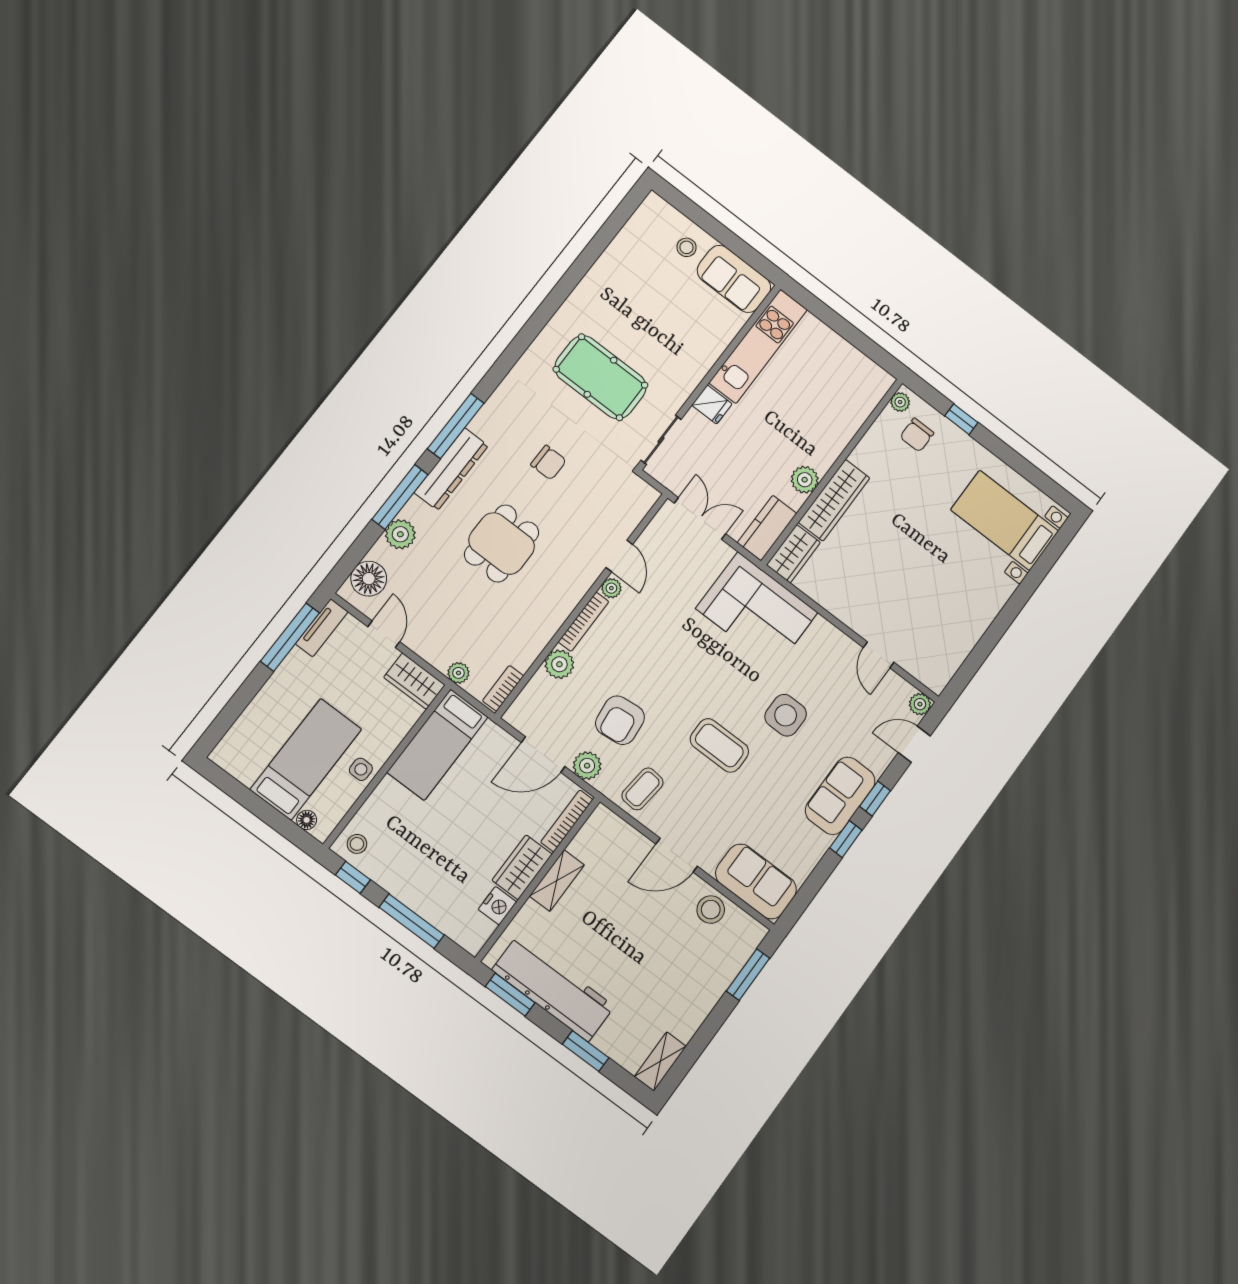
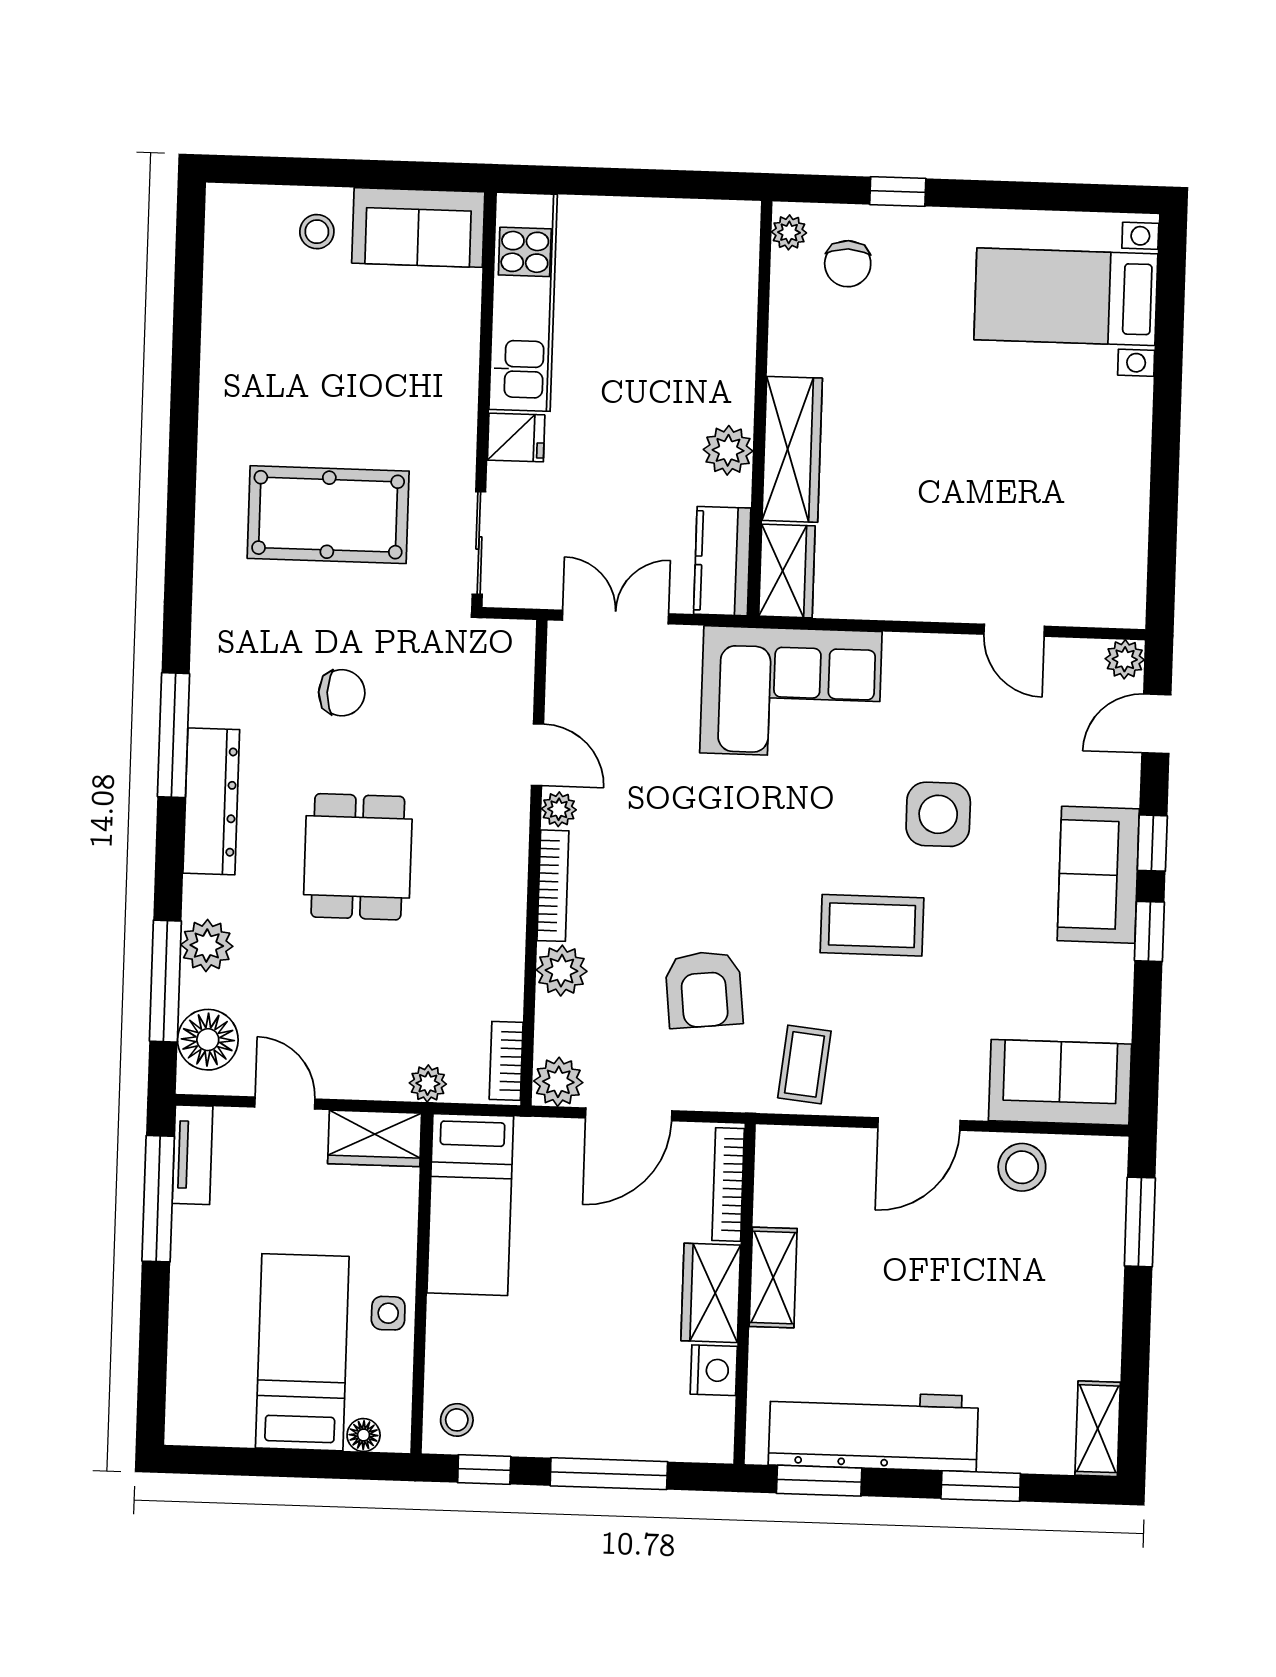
window: (400, 497) -> (165, 981), moved
plant: (587, 766) -> (558, 1082), moved

